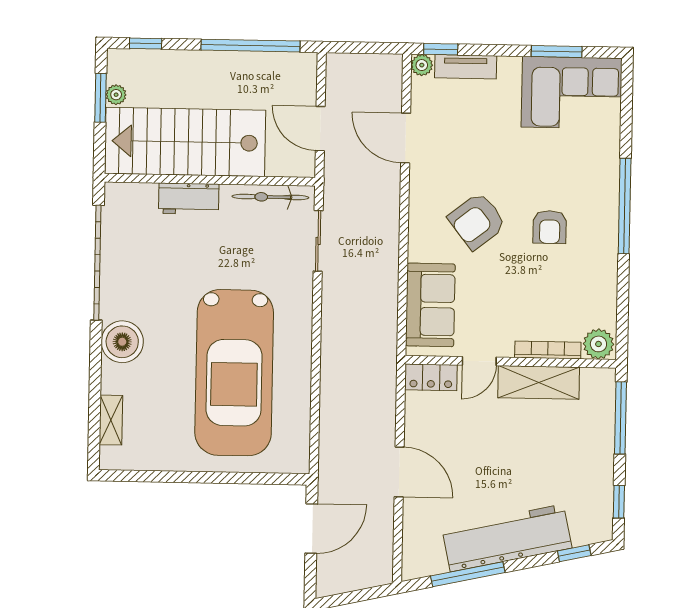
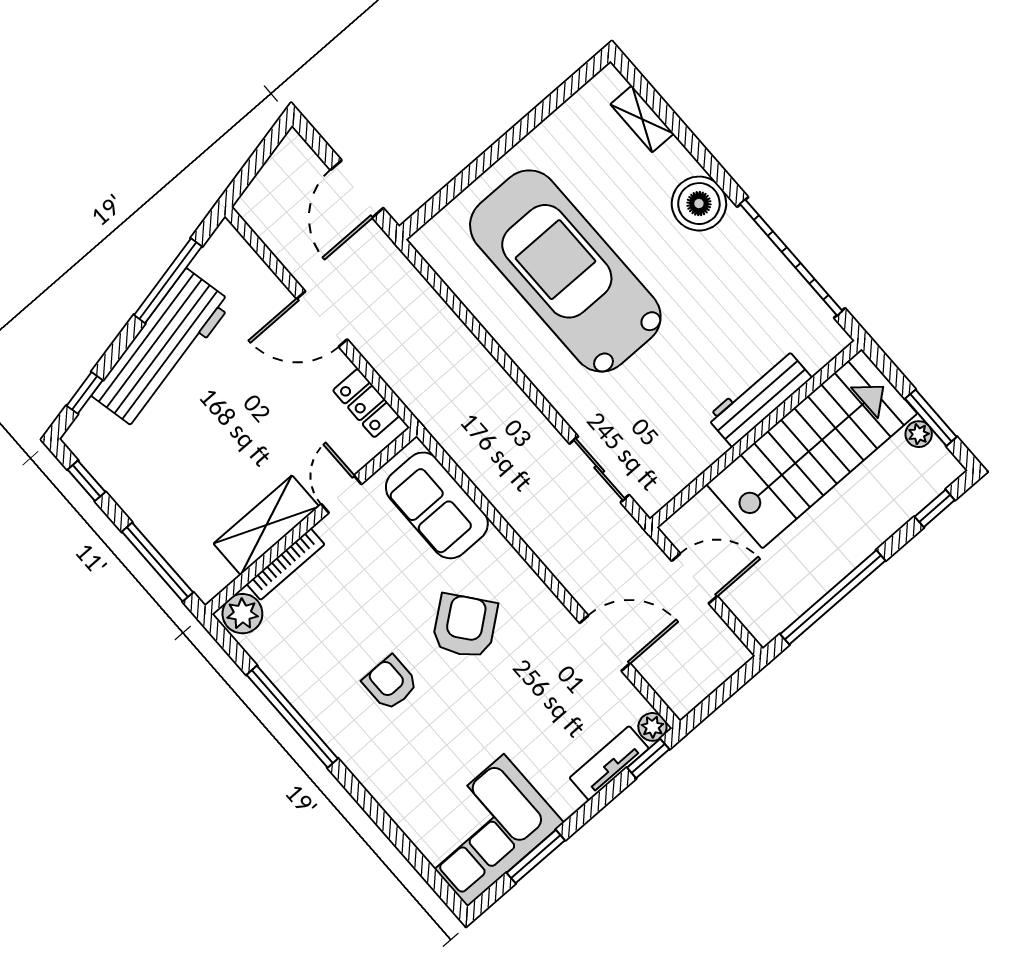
bicycle: (270, 197) -> (683, 470), removed
workbench: (189, 199) -> (759, 398), width x1.37
window: (625, 206) -> (292, 717), moved
locker: (431, 377) -> (366, 403), moved, turned -90

